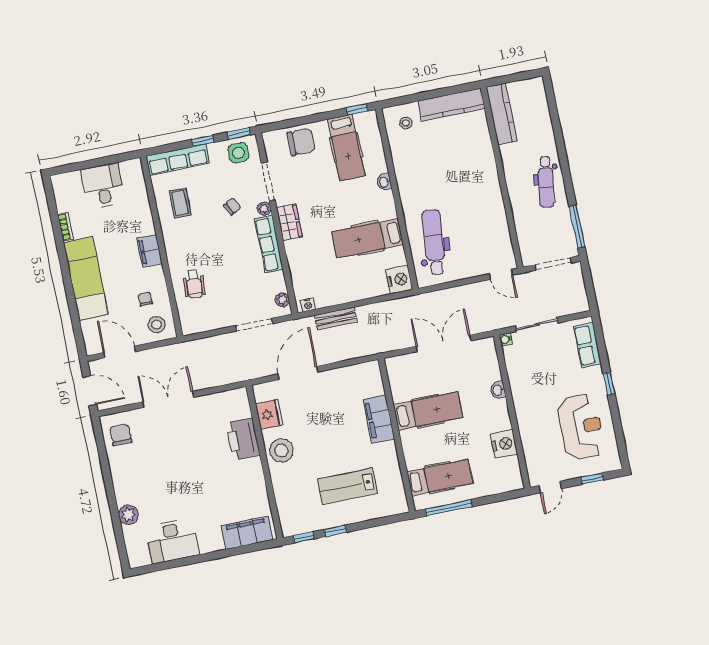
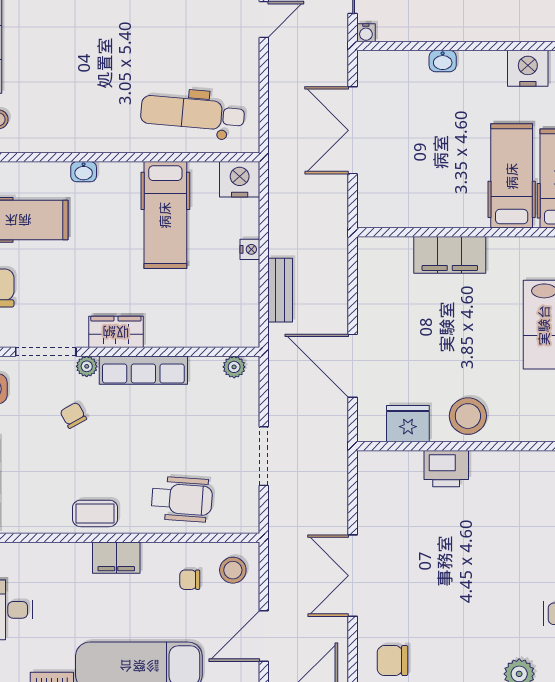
coffee table: (180, 203) -> (95, 513), moved
wheelchair: (194, 284) -> (182, 499), width x1.36, depth x1.37
nightstand: (308, 305) -> (250, 249), moved
doorway: (254, 325) -> (264, 456), moved
hospital bed: (428, 411) -> (512, 176), moved
printer: (243, 439) -> (446, 469), width x0.73, depth x0.84

